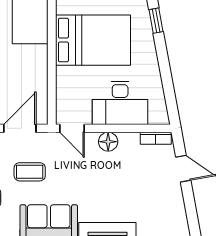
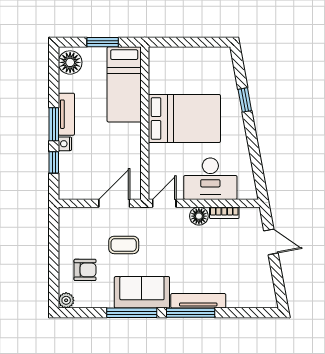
door: (72, 128) -> (164, 203), swing flipped
bookcase: (156, 138) -> (224, 213), moved

